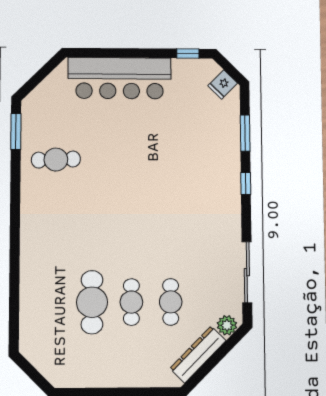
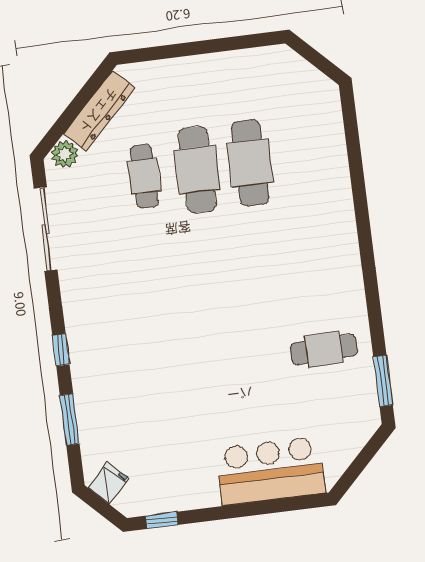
bar counter: (120, 78) -> (270, 471), width x0.73
cafe table: (131, 302) -> (197, 170), width x1.37, depth x1.35

